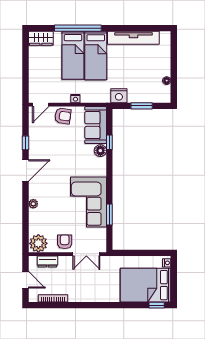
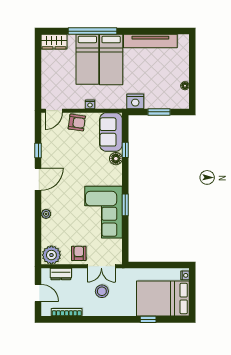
window: (109, 215) -> (125, 205), moved
stool: (87, 278) -> (102, 291), added
window: (157, 305) -> (148, 319), moved

